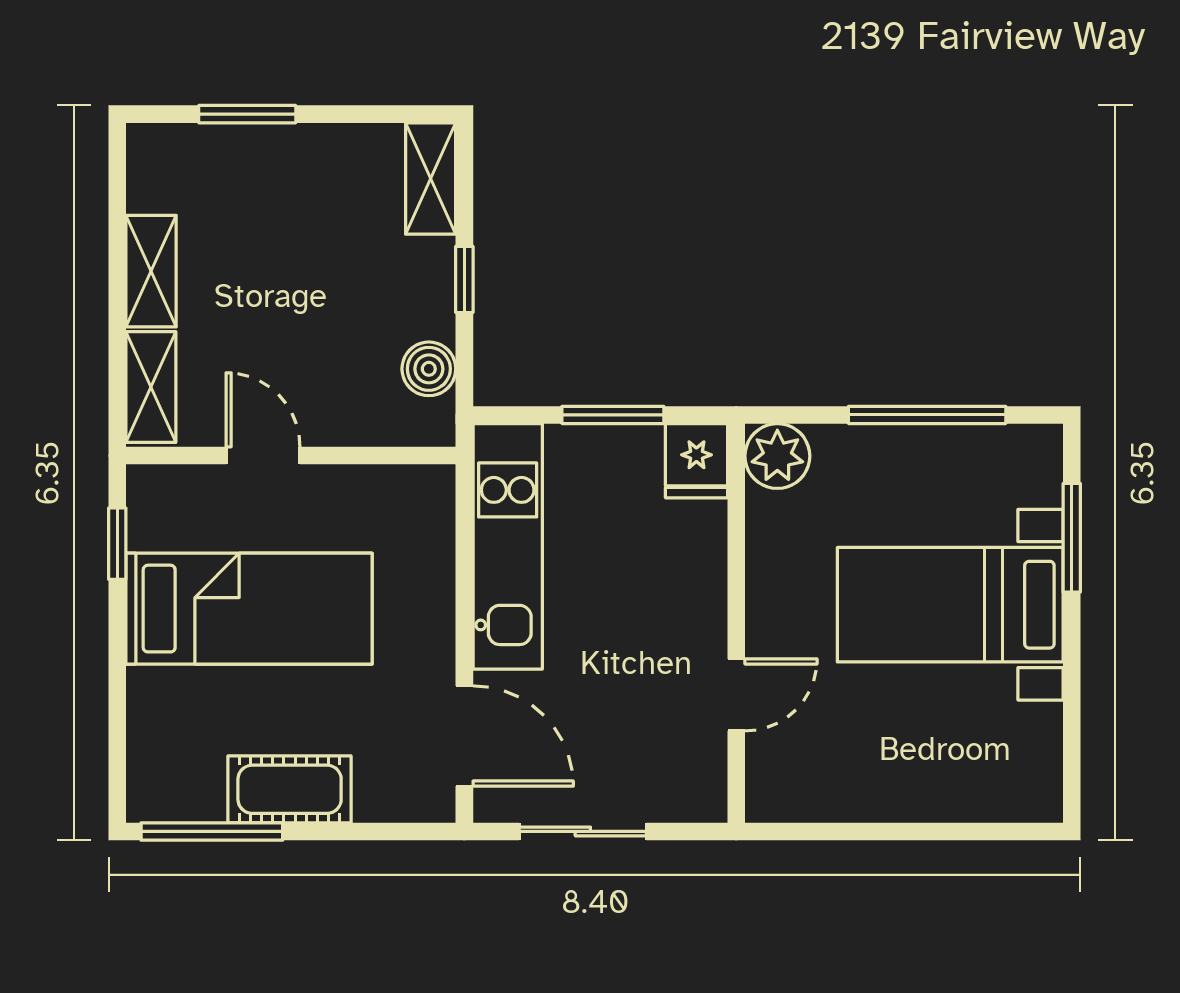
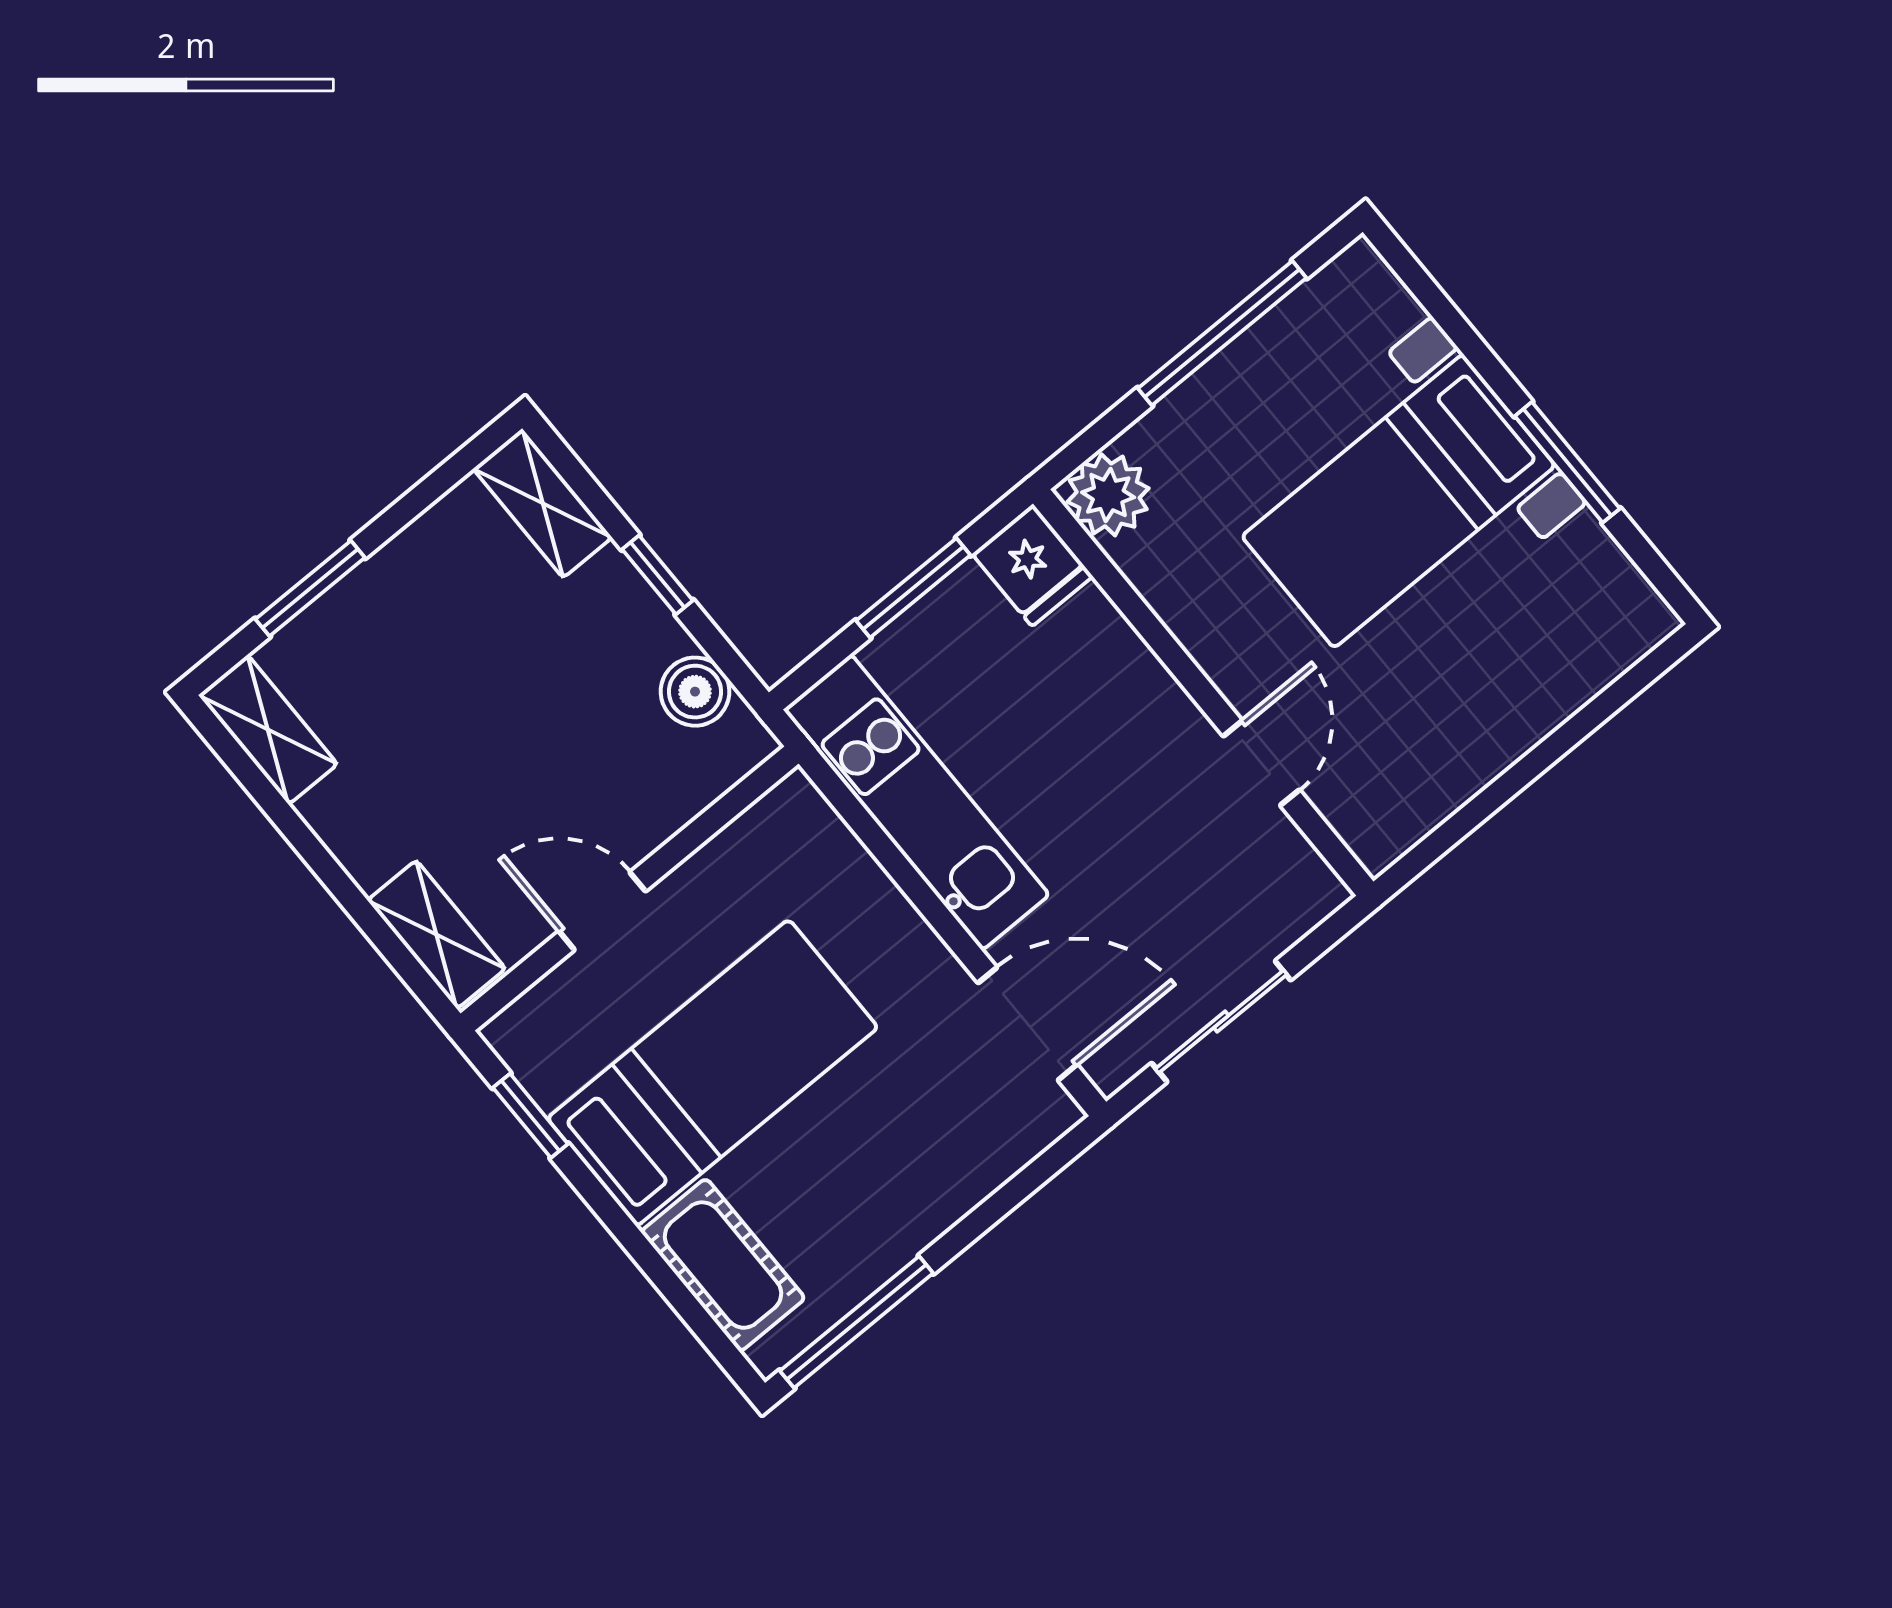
shelving: (151, 271) -> (268, 730), moved
window: (1072, 538) -> (1567, 462), moved
cot: (290, 789) -> (723, 1265), moved, turned 90

